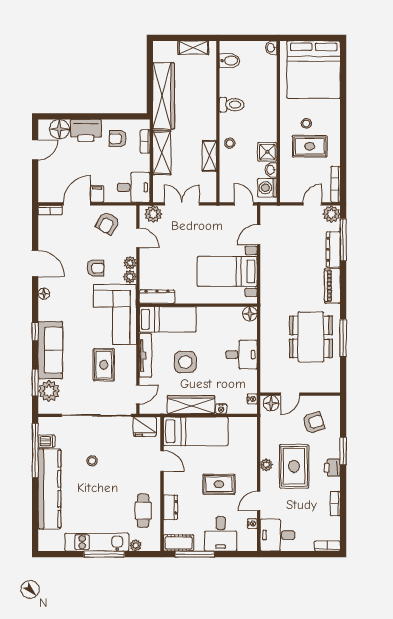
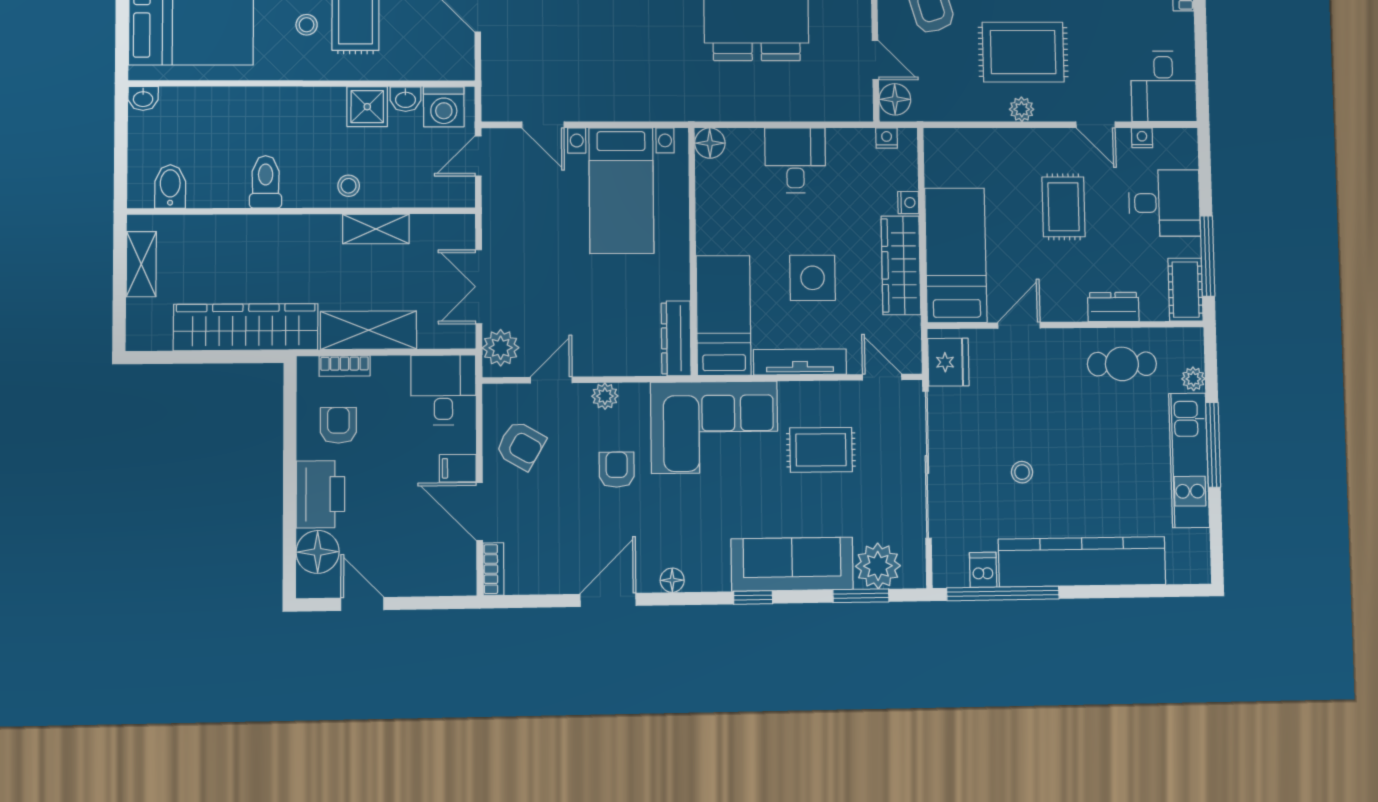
armchair: (118, 139) -> (338, 425), turned 180
plant: (130, 277) -> (634, 396), removed

